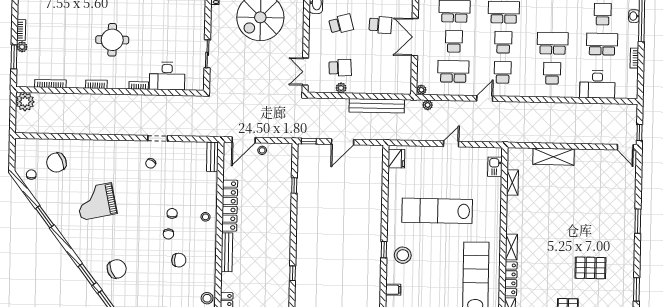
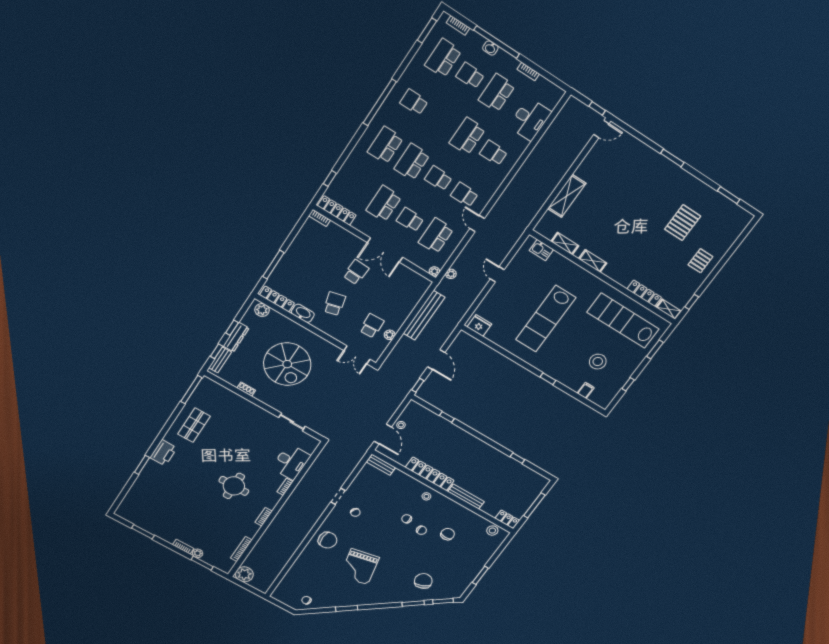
chair: (56, 162) -> (328, 540), moved, turned -67
shelving: (511, 247) -> (593, 261), moved
stool: (403, 255) -> (598, 362), moved

